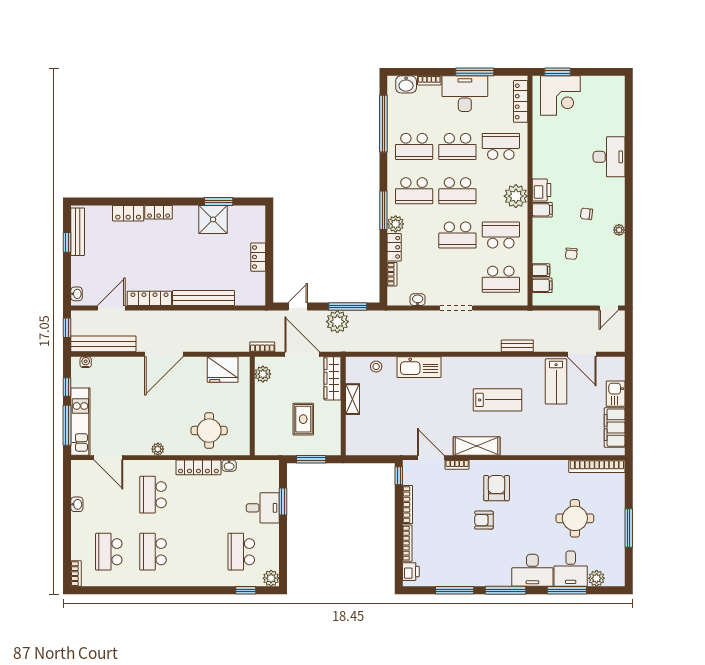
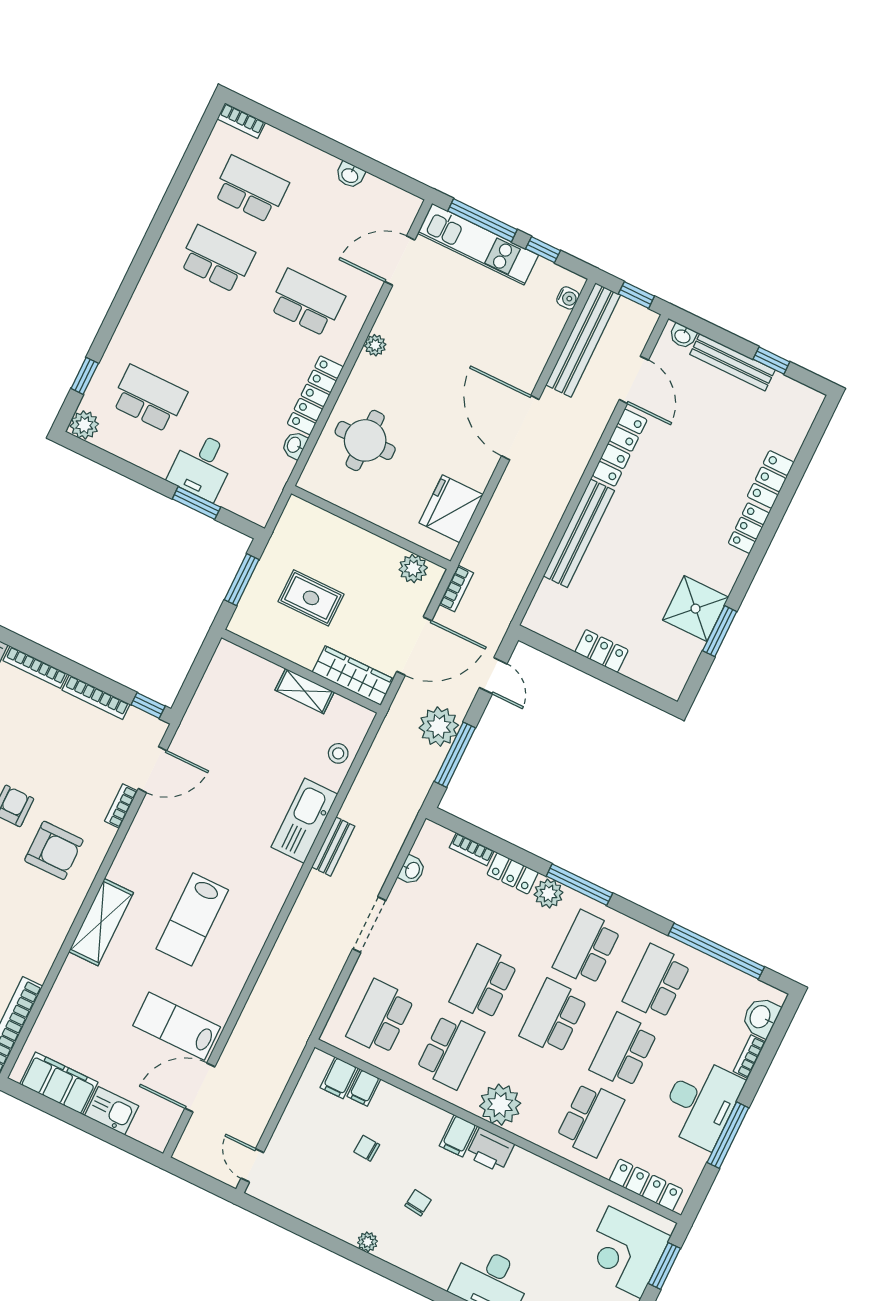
bench: (78, 232) -> (732, 362), moved
bench: (517, 346) -> (333, 847), moved
shelving: (477, 446) -> (101, 922), moved

